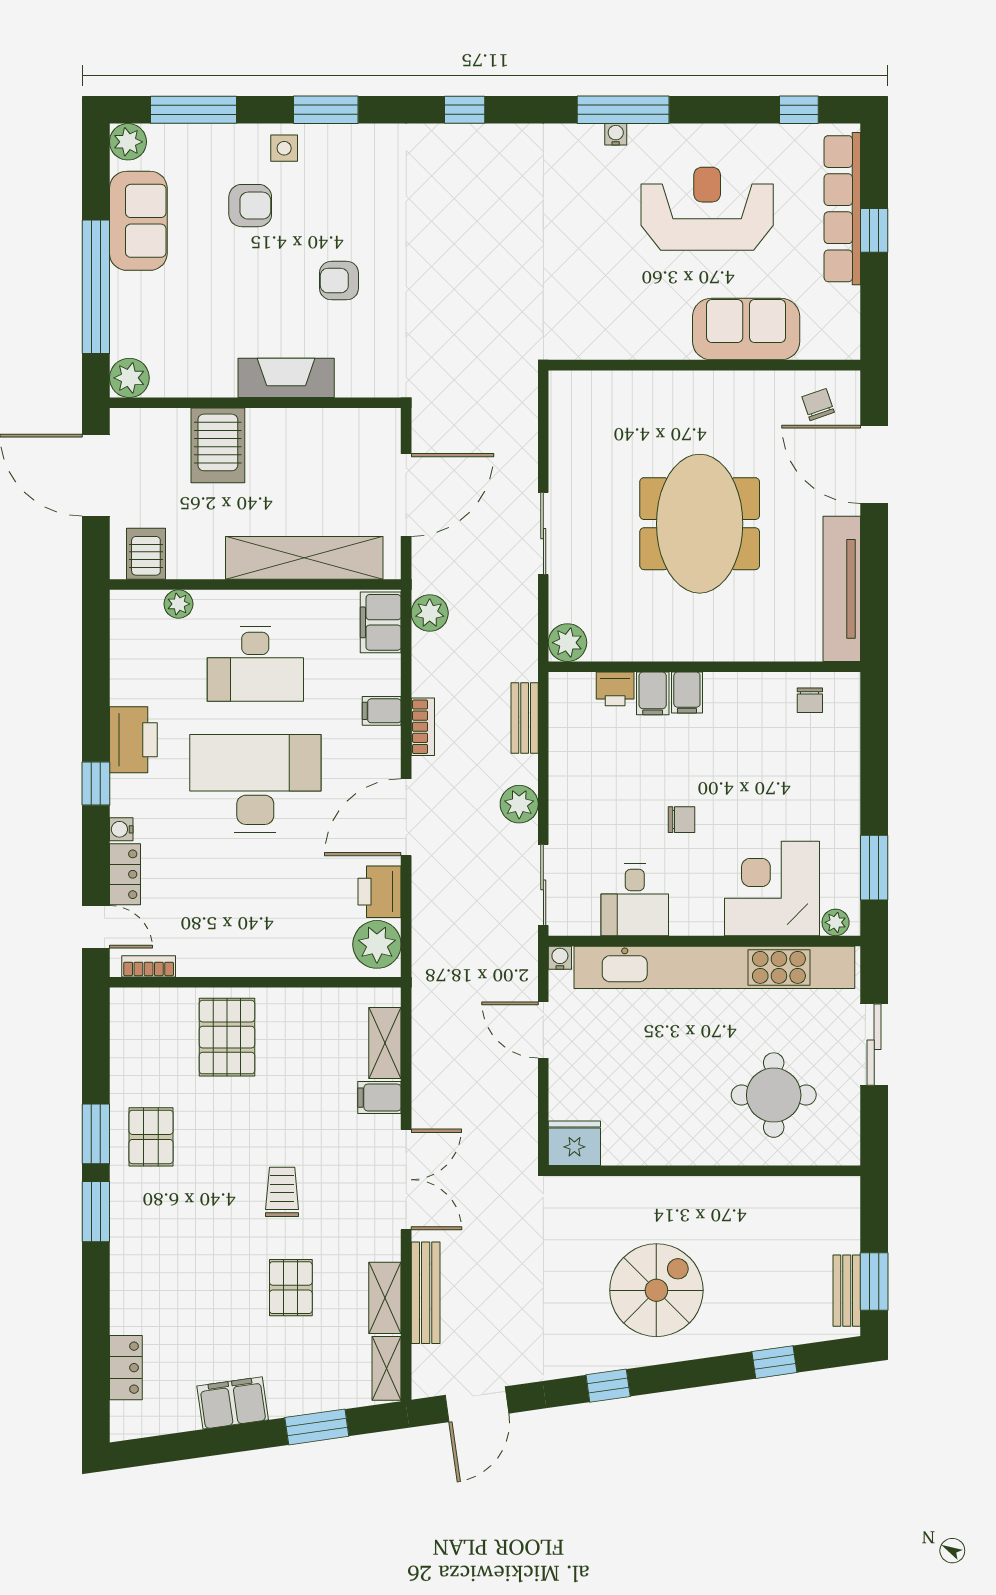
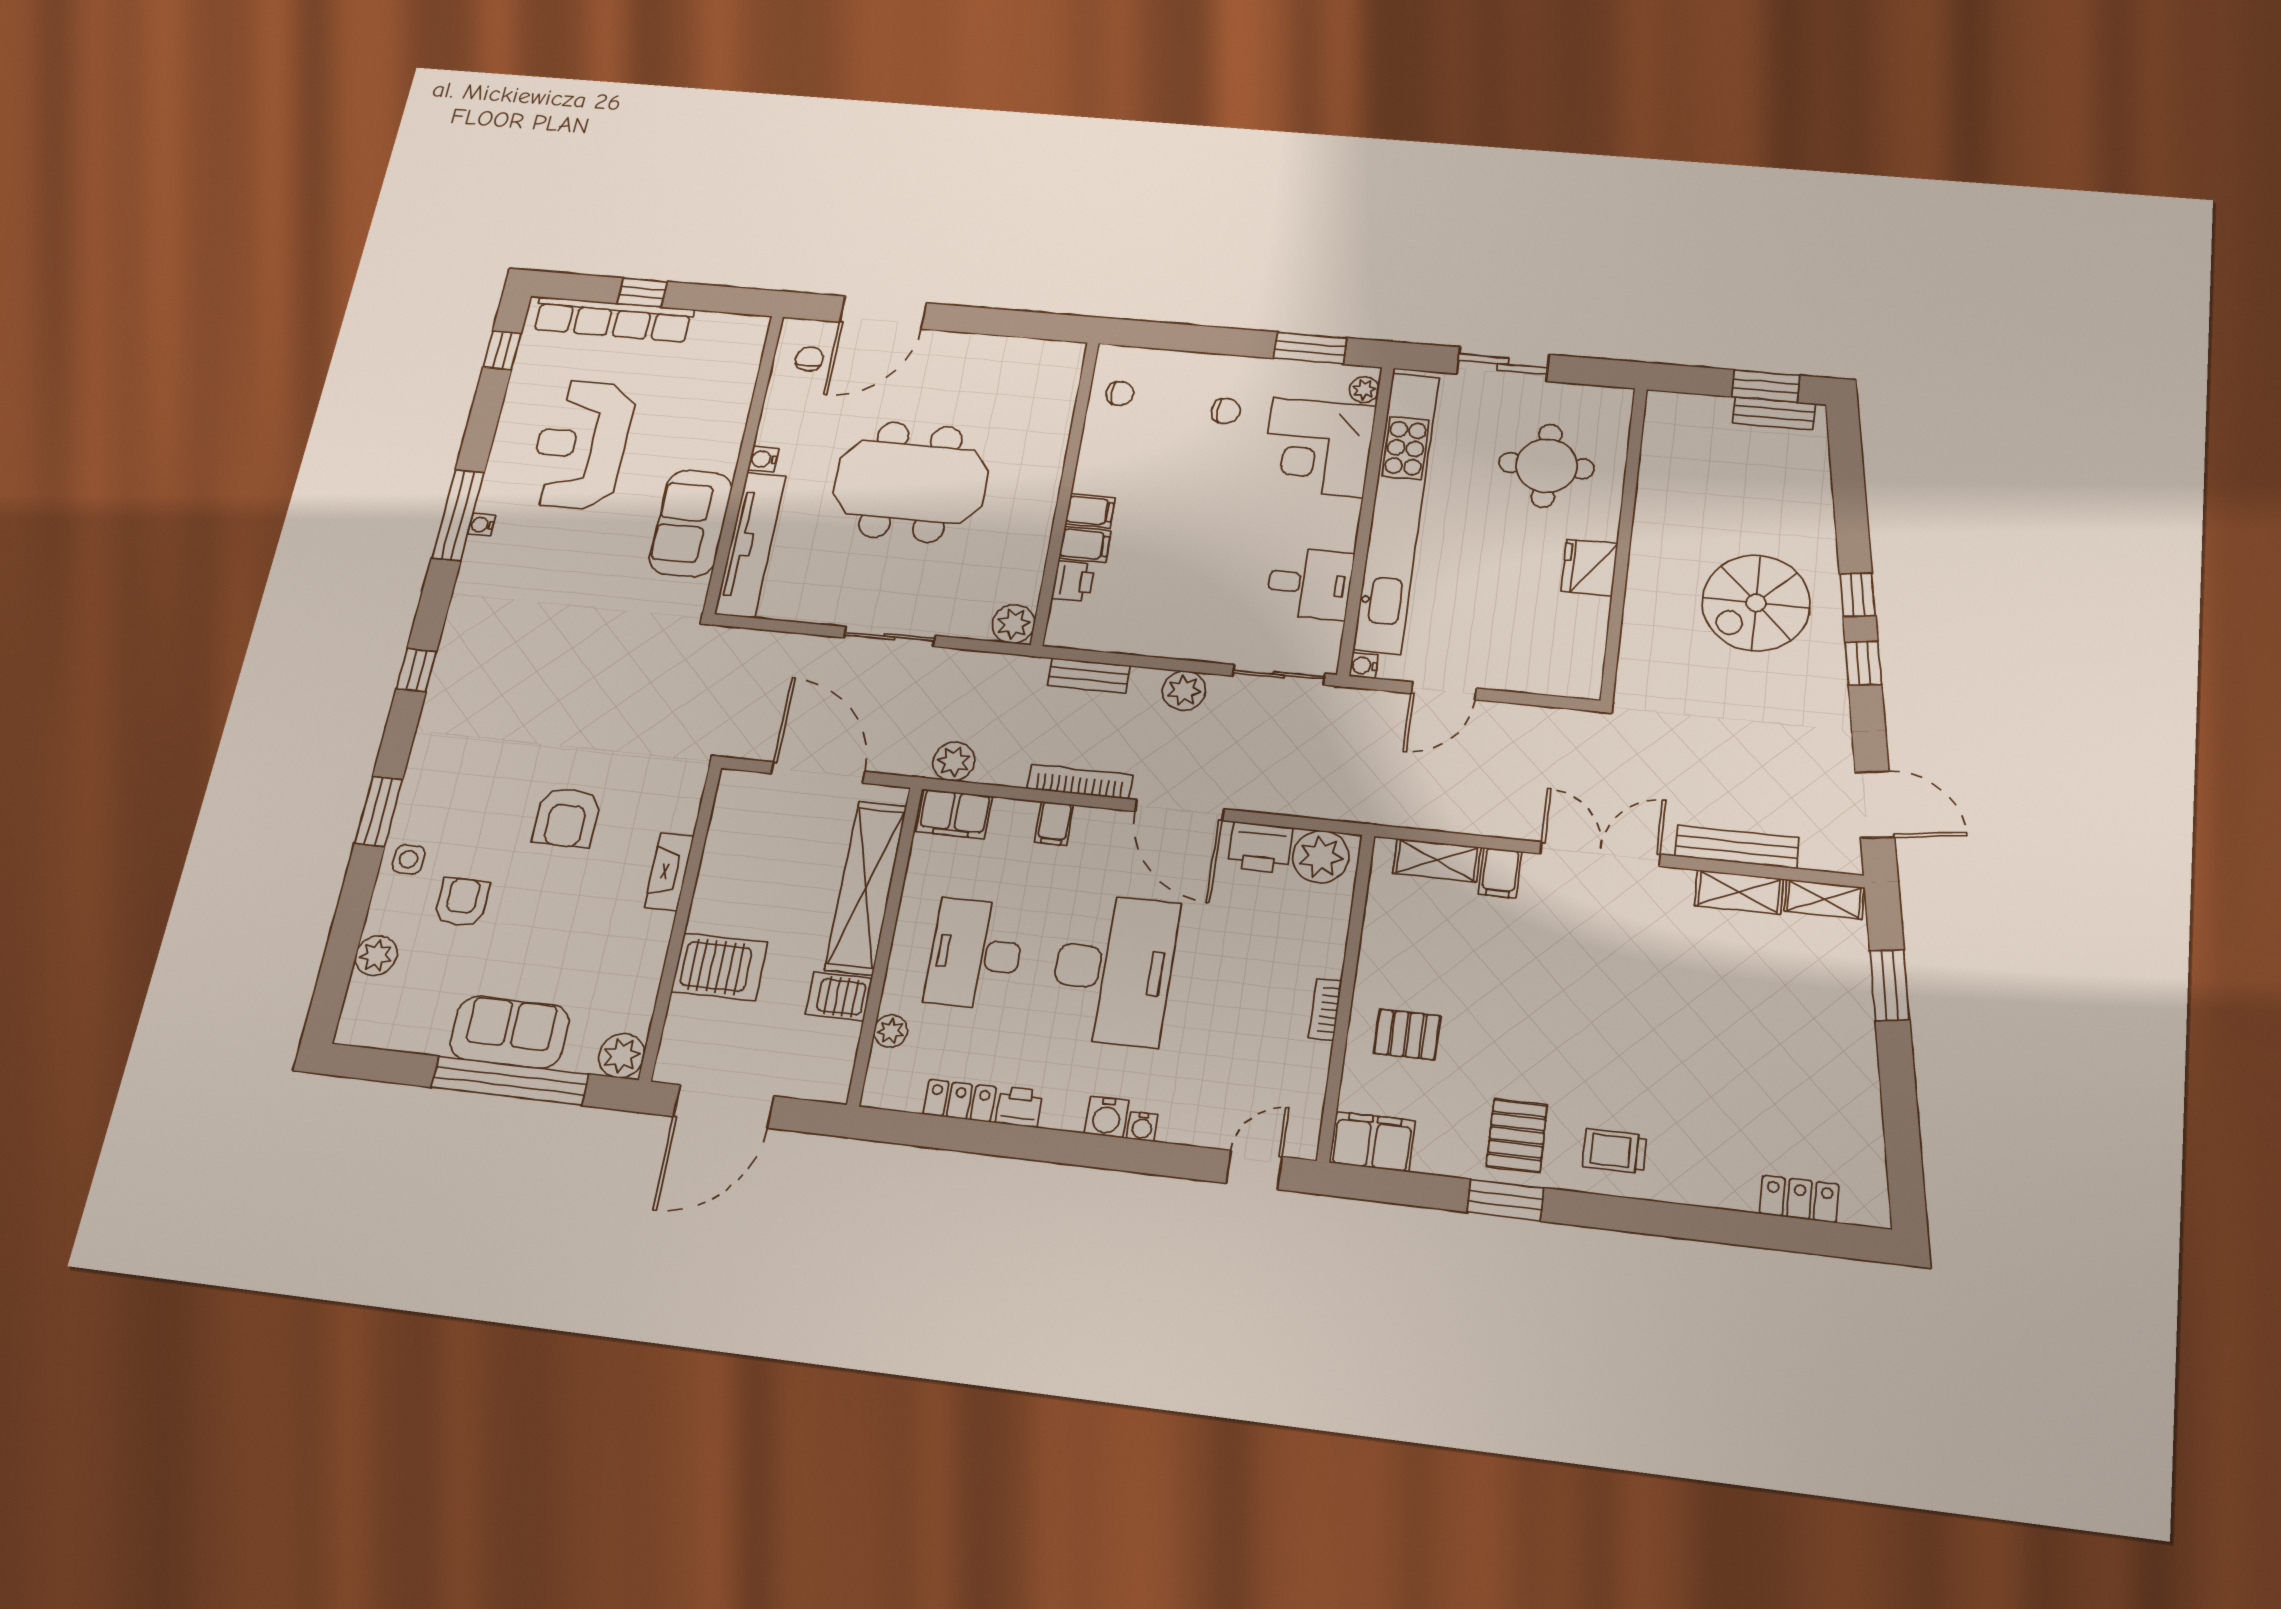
window: (194, 110) -> (341, 951), removed
plant: (128, 142) -> (376, 956), moved
sofa: (138, 221) -> (510, 1032), moved
armchair: (339, 281) -> (567, 817), width x1.38, depth x1.38
sofa: (746, 329) -> (691, 523), moved
fireplace: (286, 378) -> (669, 872), width x0.73, depth x0.76
water cooler: (709, 383) -> (763, 459), added
chair: (818, 405) -> (809, 359), turned 109
server rack: (146, 554) -> (839, 997), moved
tv unit: (842, 589) -> (750, 545), moved, turned -90
desk: (255, 664) -> (975, 954), turned 180
bookcase: (423, 727) -> (1080, 782), width x1.56
printer: (133, 740) -> (1019, 1107), width x0.53, depth x0.68
window: (96, 783) -> (1083, 1149), removed
desk: (255, 783) -> (1113, 969), turned 180
water cooler: (126, 799) -> (1107, 1117), added
chair: (681, 820) -> (1226, 411), moved, turned 90
locker: (125, 874) -> (960, 1101), moved
bookcase: (149, 966) -> (1325, 1010), moved
pallet: (227, 1037) -> (1407, 1034), width x0.67, depth x0.71
pallet: (151, 1137) -> (1517, 1136), turned 90
fridge: (574, 1143) -> (1589, 567), moved
trolley: (282, 1192) -> (1615, 1151), moved
window: (96, 1212) -> (1602, 1212), removed
pallet: (291, 1288) -> (1717, 996), removed
spiral stairs: (656, 1290) -> (1756, 603), turned -90
window: (774, 1362) -> (1858, 595), moved
filing cabinet: (233, 1403) -> (1372, 1142), moved, turned 98

